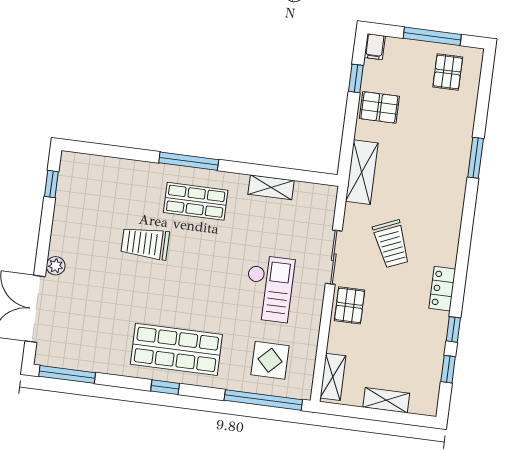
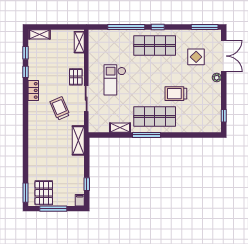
pallet: (448, 72) -> (44, 193), width x1.50, depth x1.42
pallet: (379, 107) -> (74, 172), removed
window: (476, 158) -> (25, 193), moved
window: (189, 161) -> (147, 135), moved
shop shelf: (196, 201) -> (155, 116), width x1.43, depth x1.36
trolley: (145, 243) -> (176, 94), turned 180
display table: (270, 360) -> (196, 57), moved
window: (263, 400) -> (126, 27), moved
shelving: (386, 400) -> (39, 34), moved

